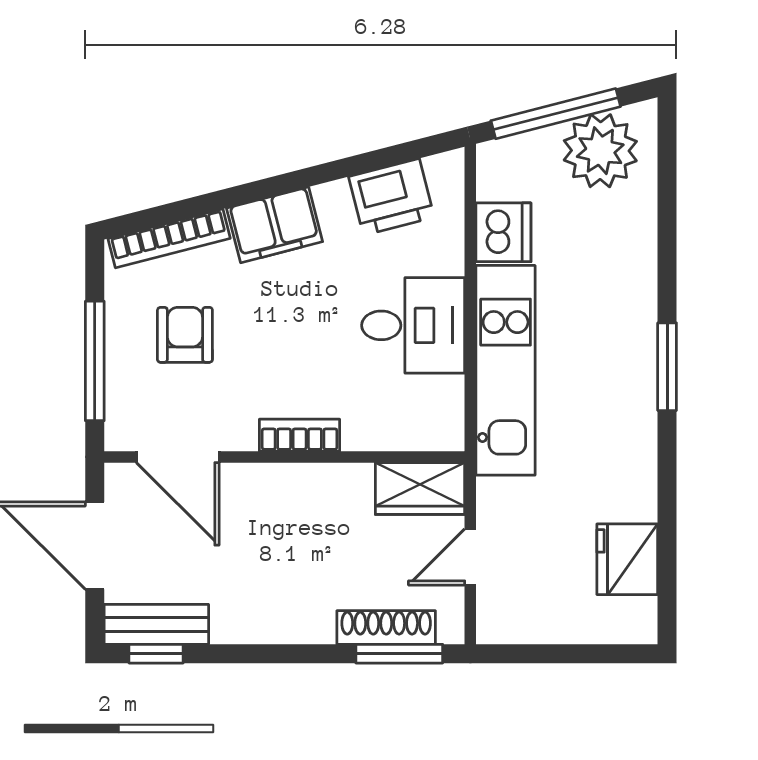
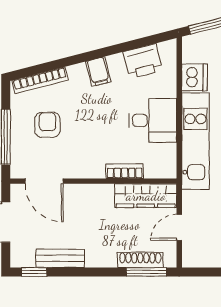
filing cabinet: (275, 225) -> (98, 72), width x0.50
bookcase: (300, 435) -> (125, 171), moved
wardrobe: (420, 488) -> (146, 196), width x1.50
bench: (156, 624) -> (60, 258), moved

